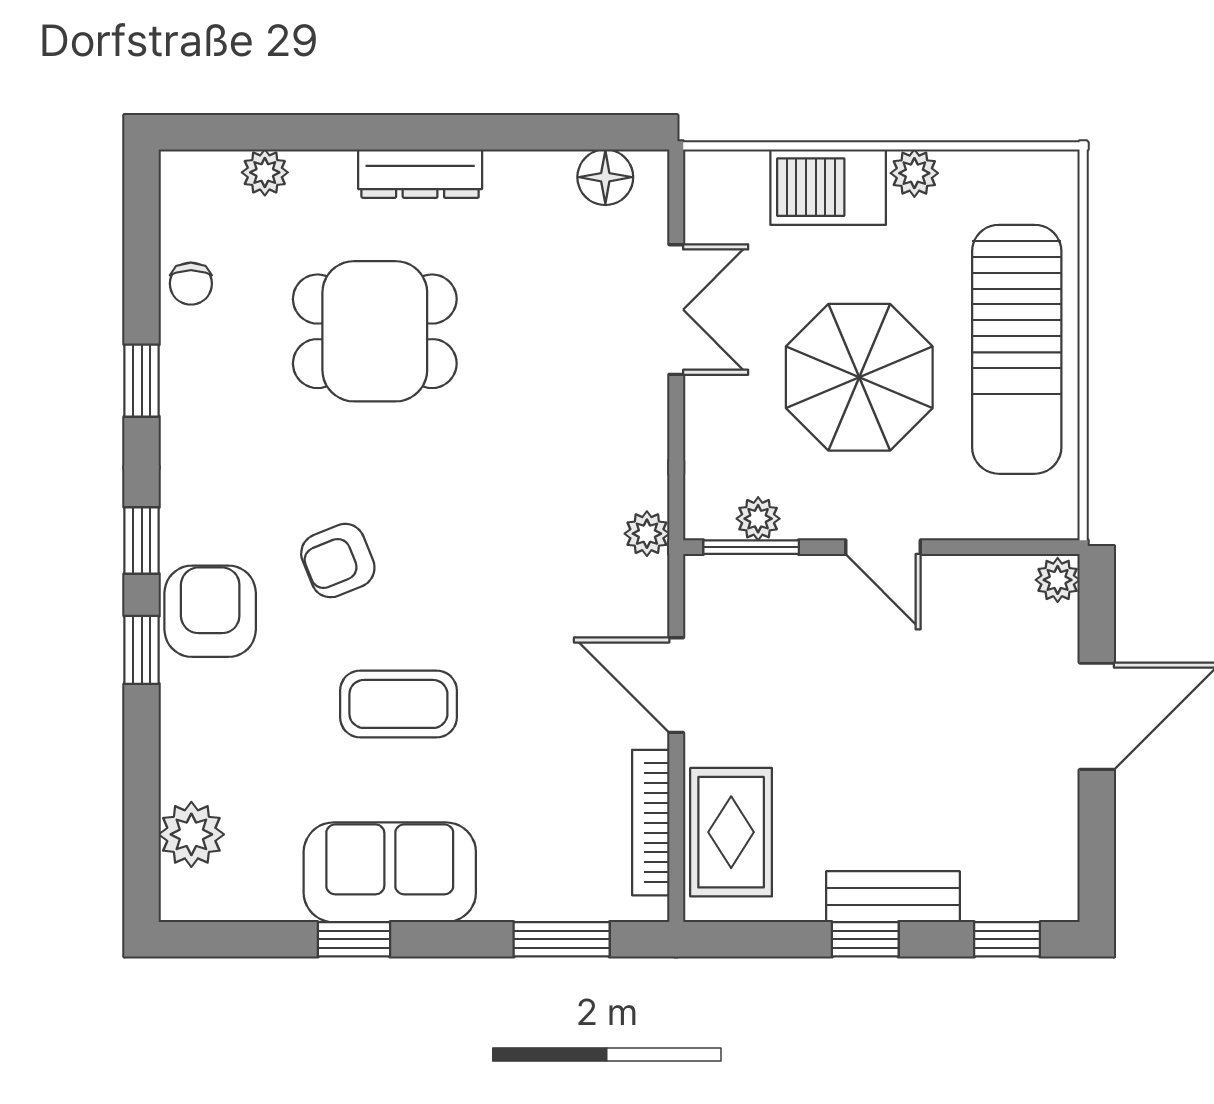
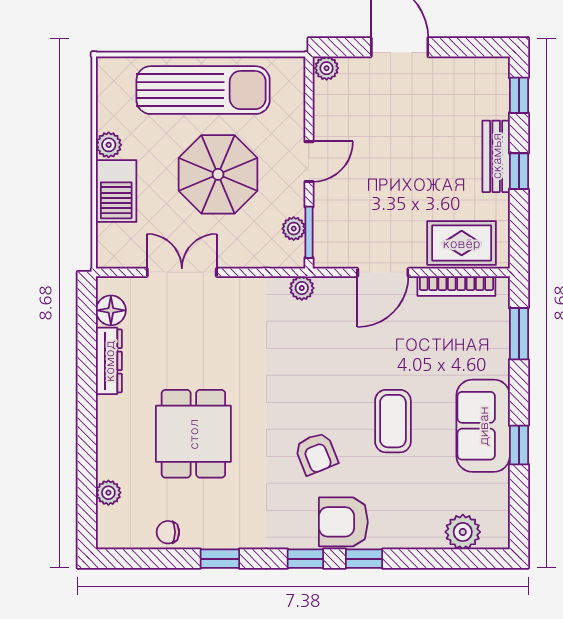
dresser: (420, 174) -> (109, 361), moved
chair: (191, 284) -> (168, 532), turned 180

